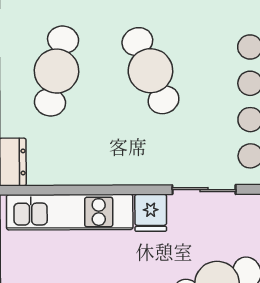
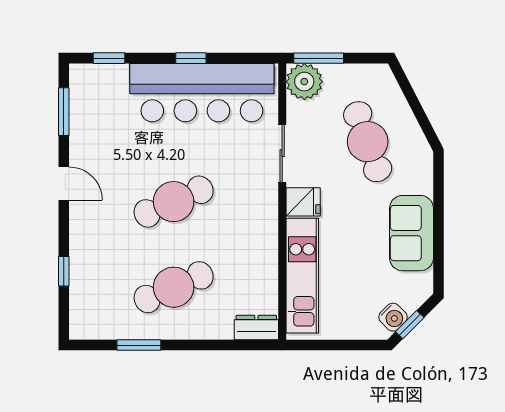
cafe table: (57, 71) -> (174, 287), turned -36

